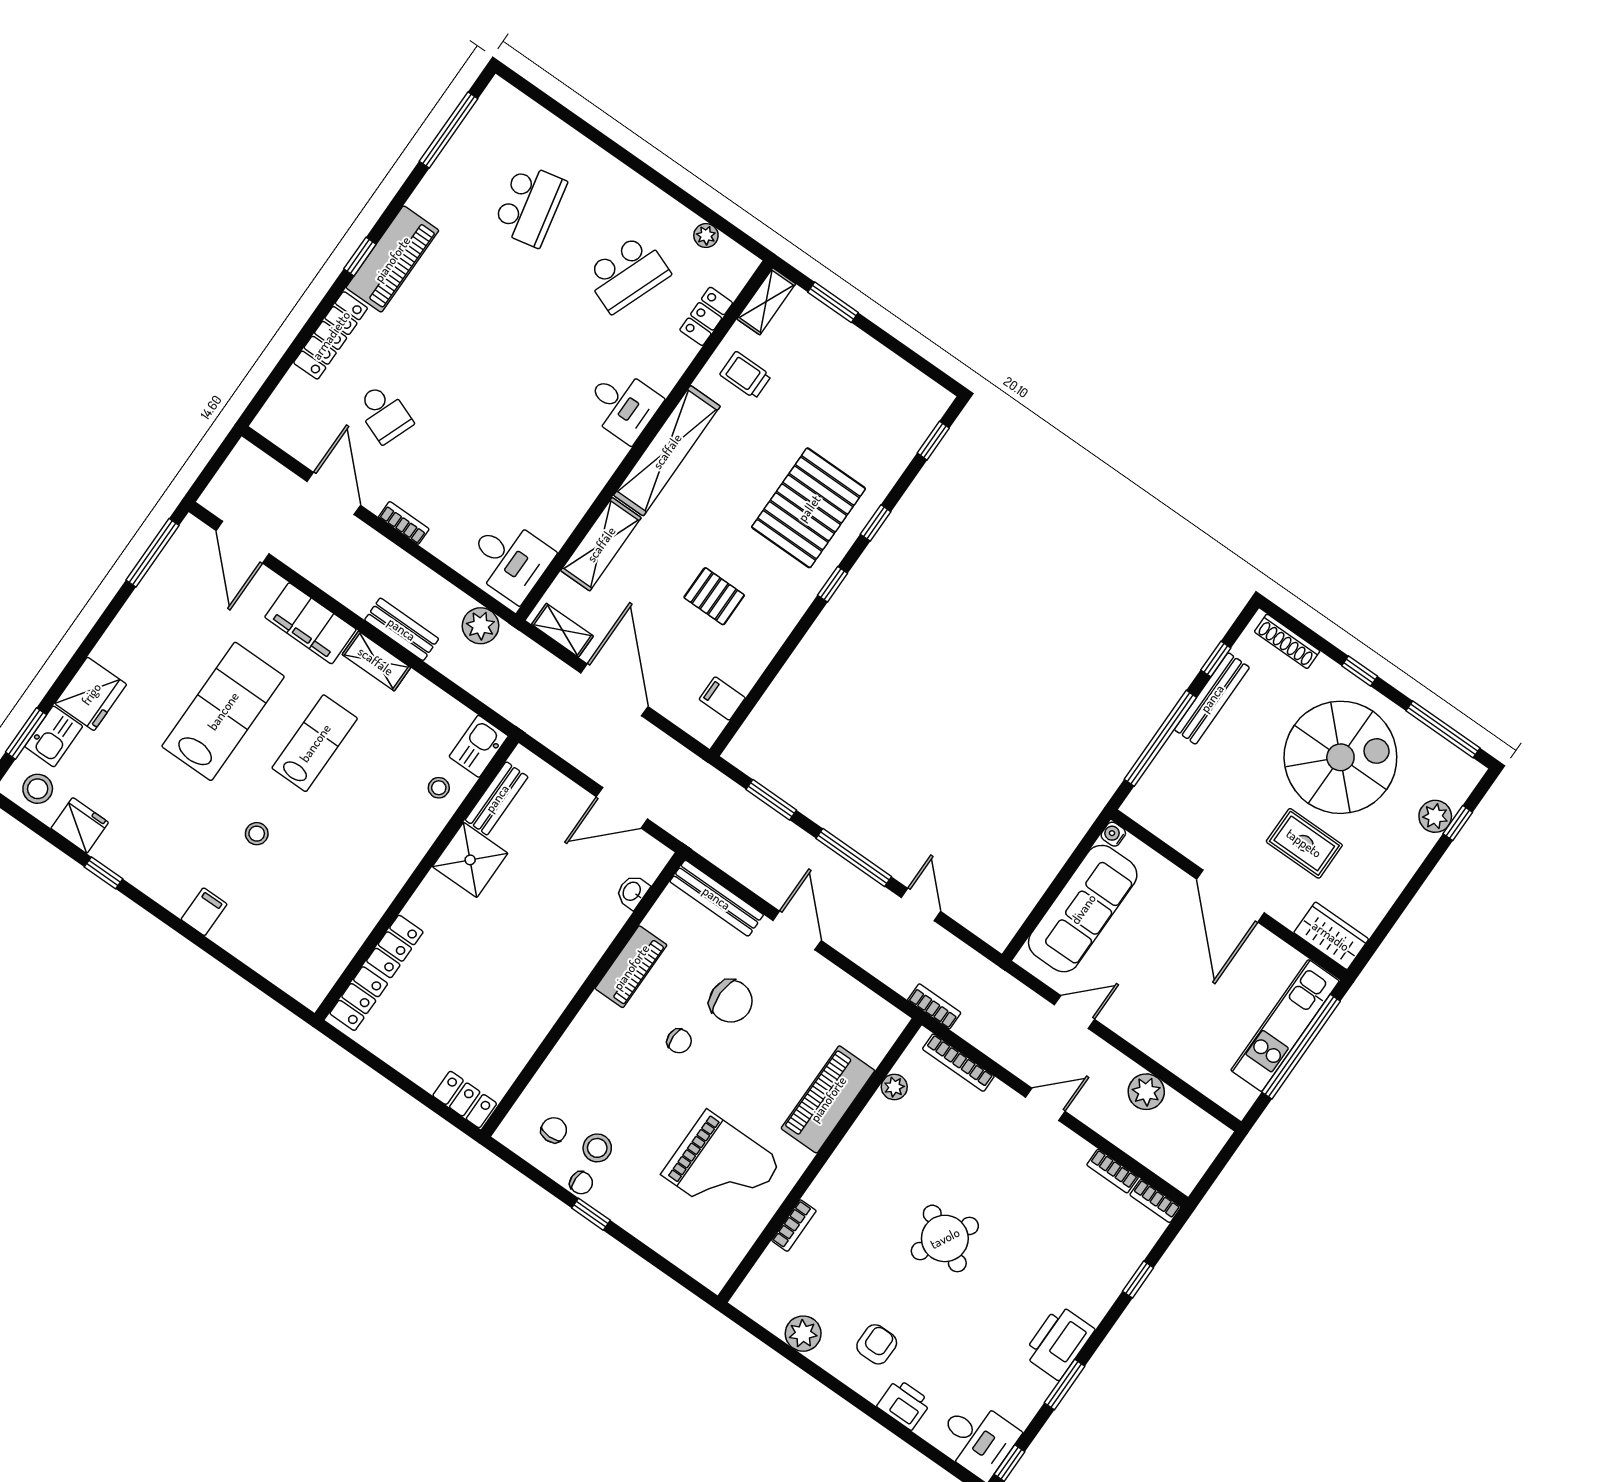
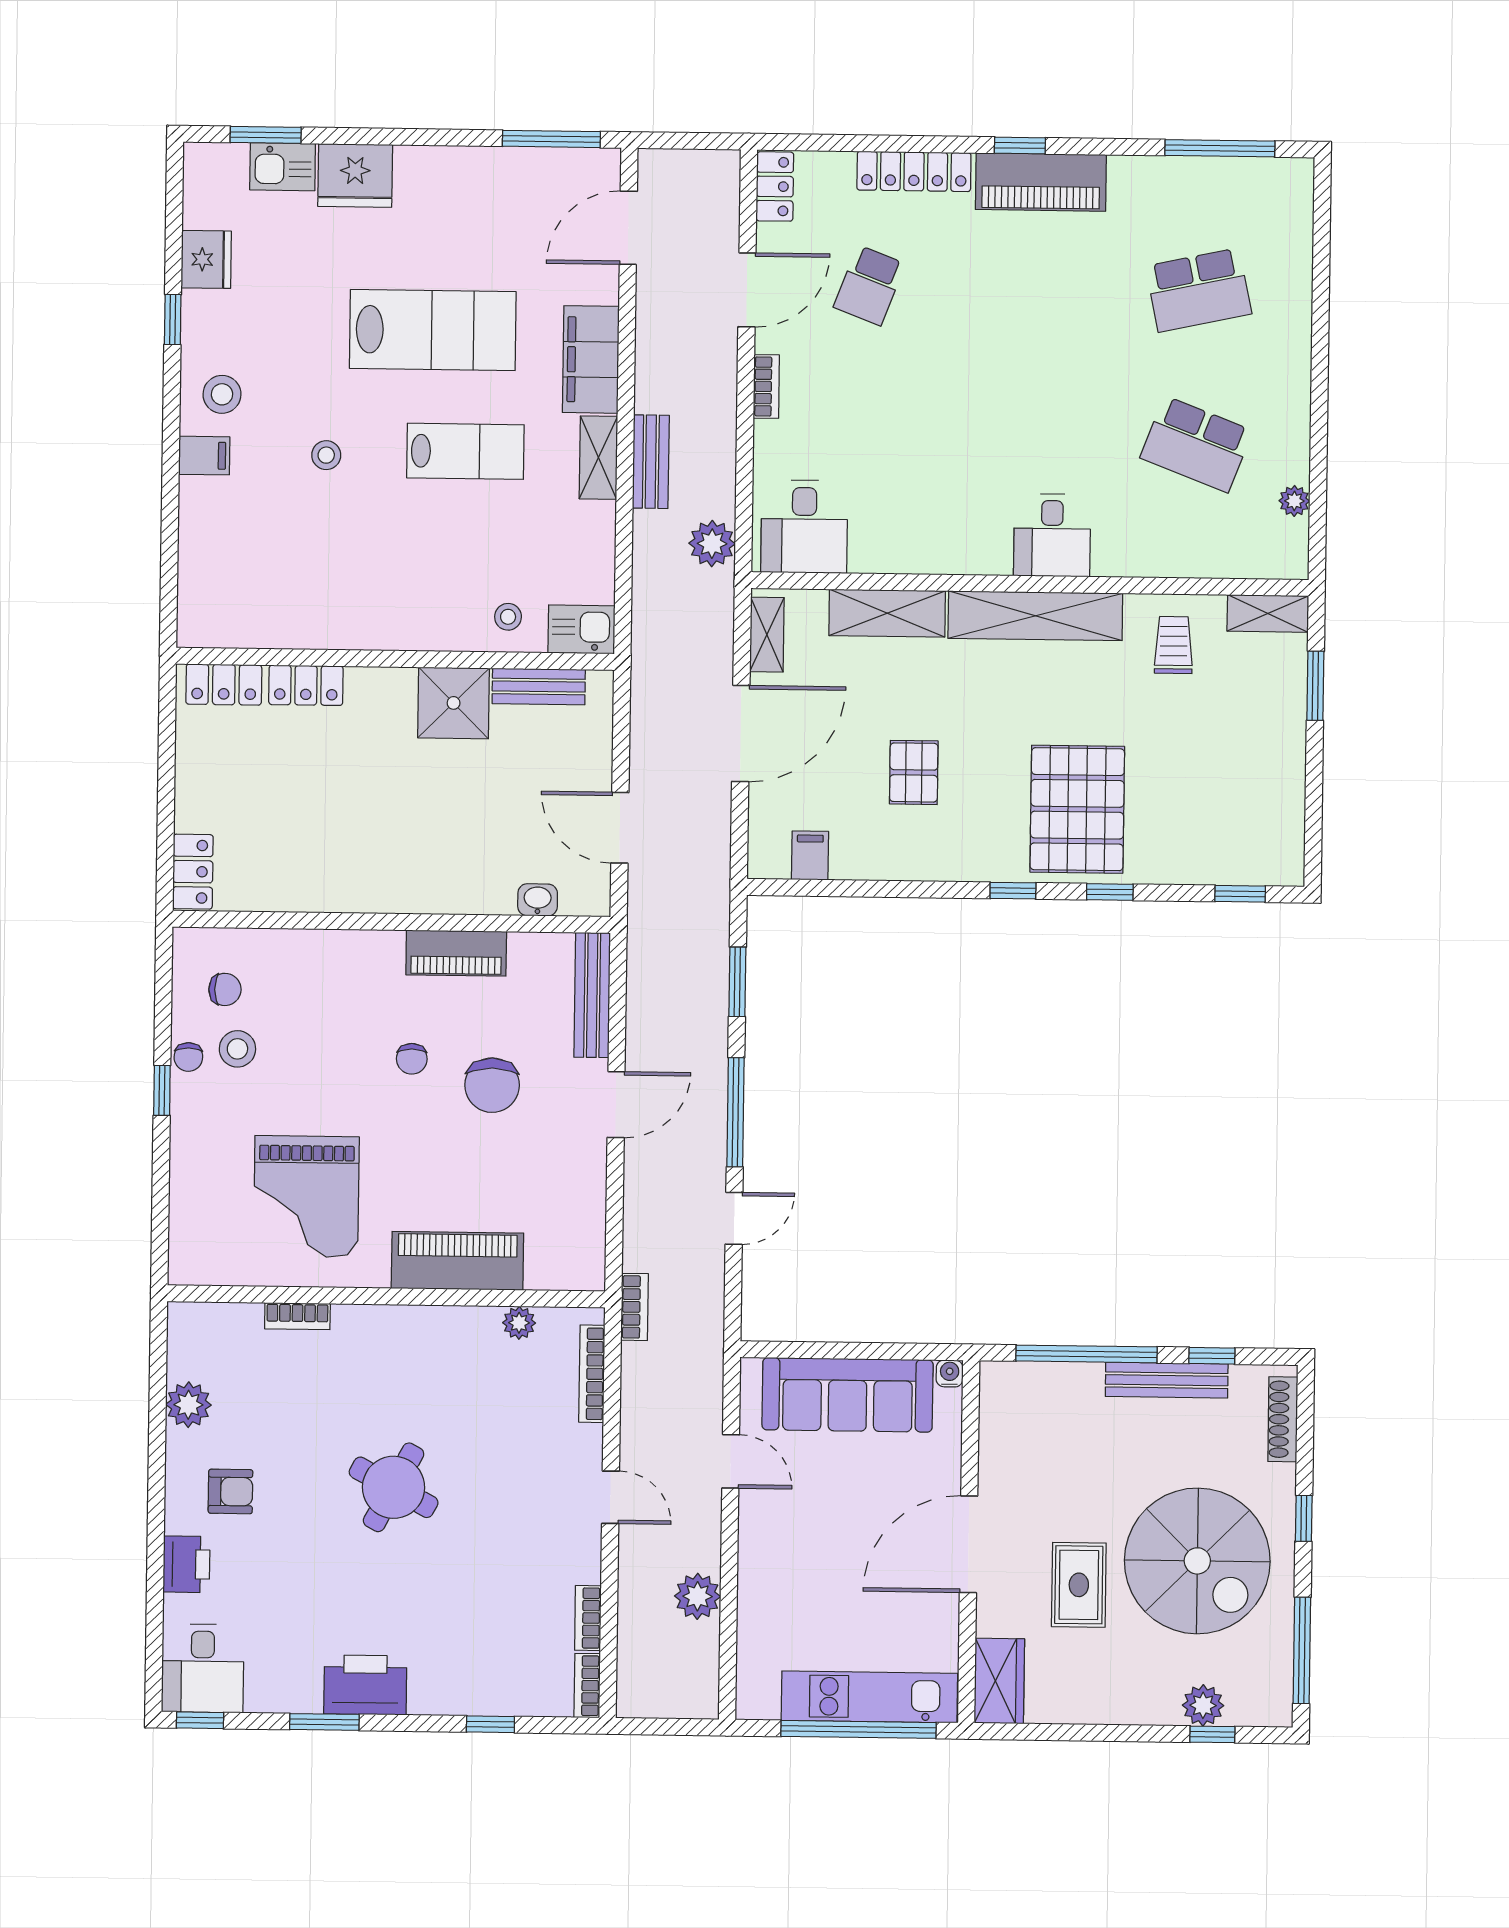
locker: (706, 316) -> (775, 186), moved, turned 90
pallet: (809, 508) -> (1077, 809), turned 90
stool: (38, 789) -> (222, 394), moved

